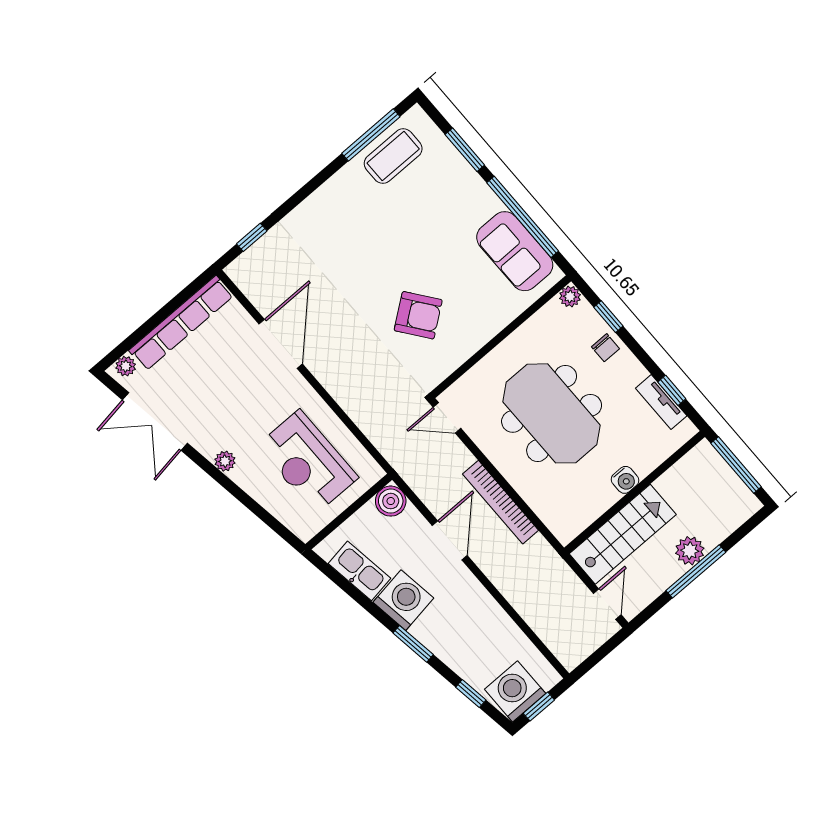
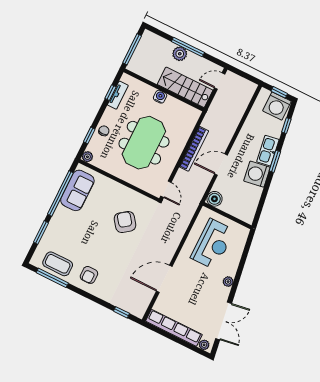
armchair: (347, 206) -> (89, 275), added
kitchen sink: (360, 571) -> (268, 151), moved

